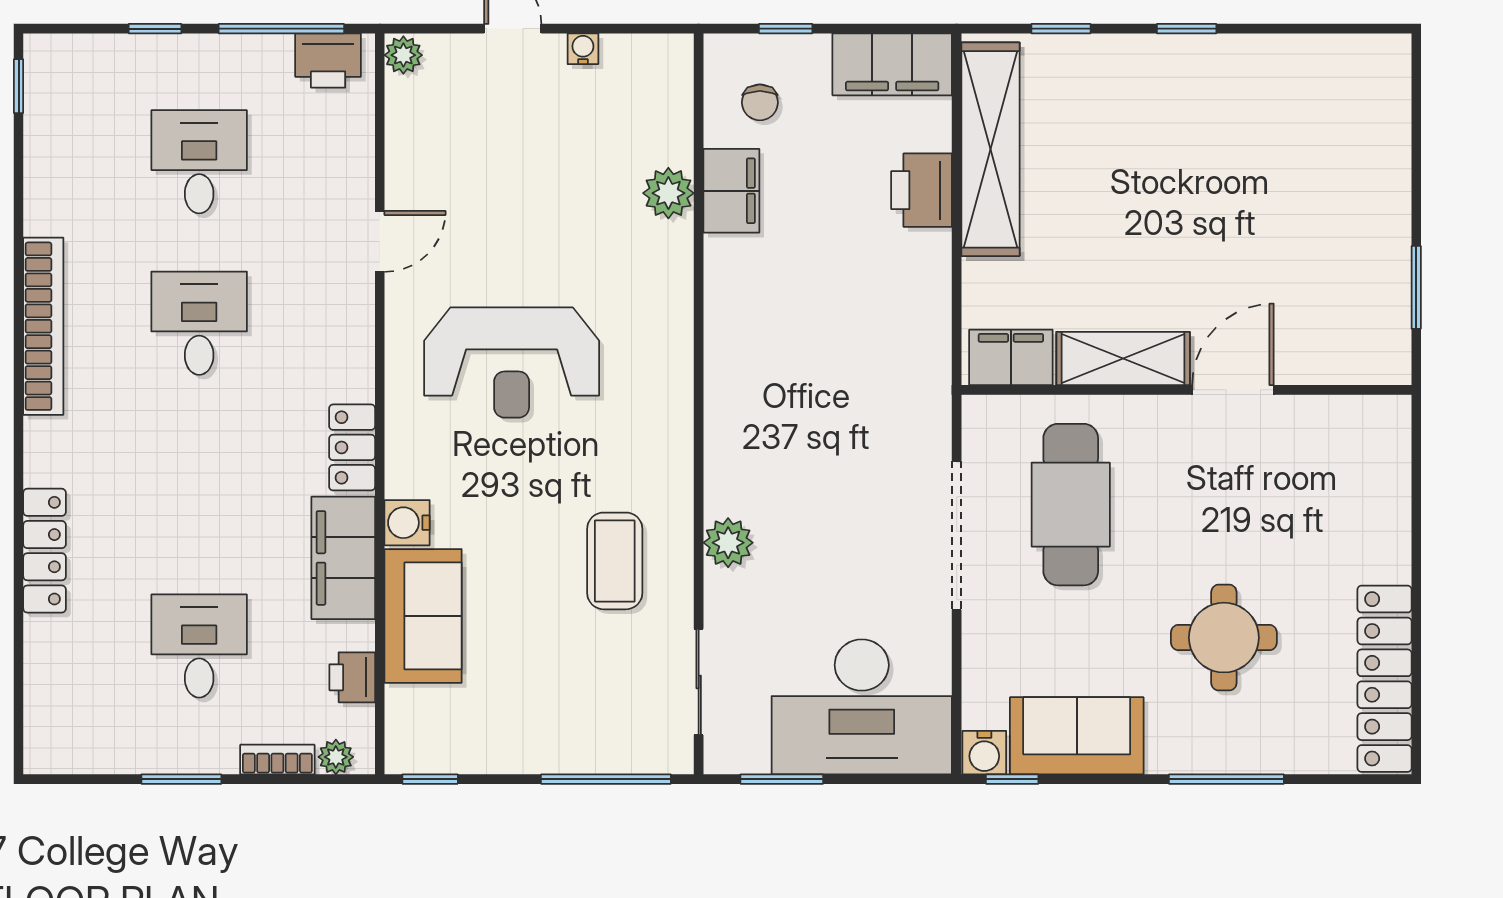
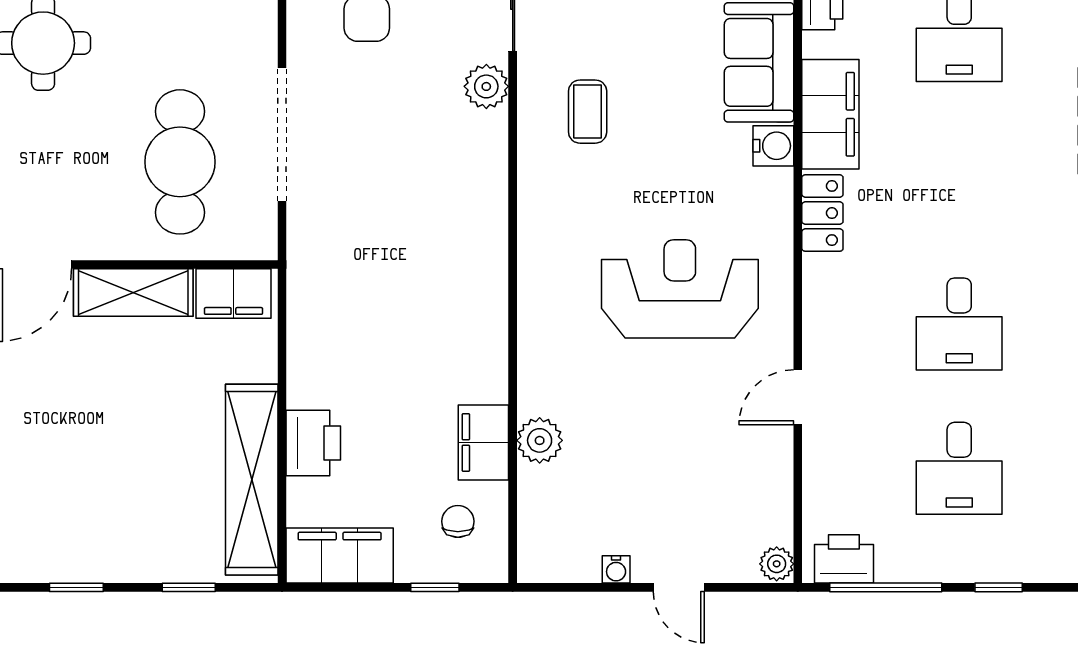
plant: (728, 543) -> (486, 86), moved
coffee table: (615, 561) -> (588, 112), width x0.73, depth x0.77

